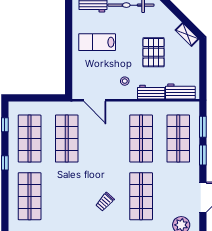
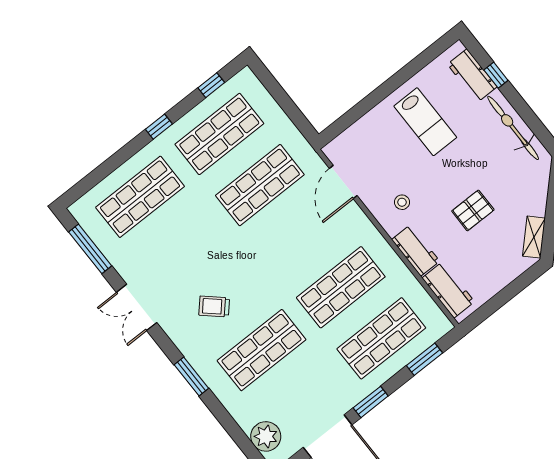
lab bench: (97, 42) -> (425, 122), turned 180
pallet: (154, 52) -> (473, 210), width x0.67, depth x0.71
window: (203, 155) -> (371, 402), moved

